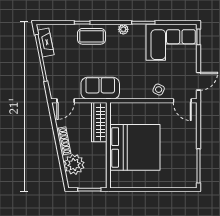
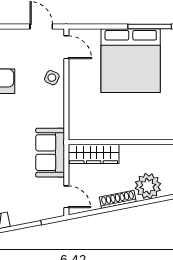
door: (182, 101) -> (66, 47), hinge flipped
bed: (135, 147) -> (131, 61), moved, turned 180

